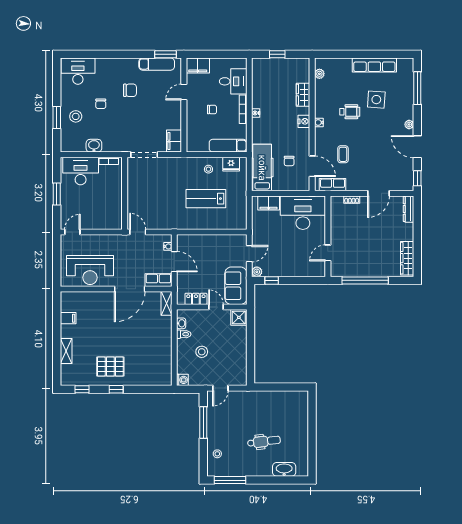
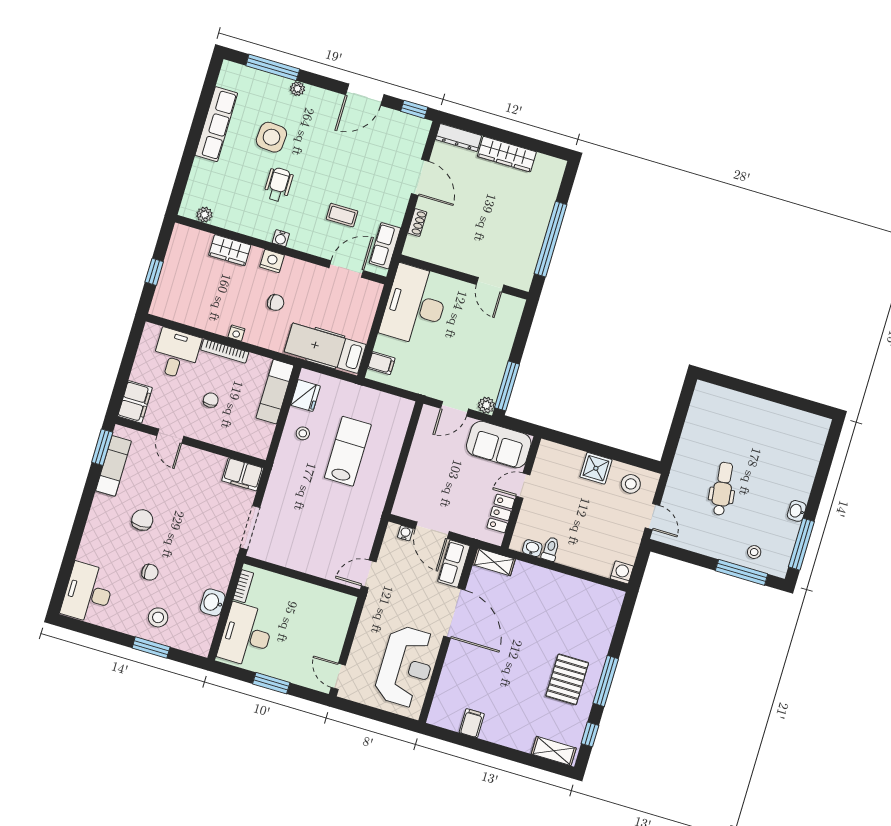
plant: (409, 124) -> (297, 89), moved
chair: (289, 161) -> (276, 303), moved
lab bench: (206, 199) -> (348, 451), turned 180
filing cabinet: (269, 203) -> (381, 363), width x0.50
door: (249, 254) -> (455, 409), swing flipped
wardrobe: (407, 258) -> (507, 154), moved
door: (174, 262) -> (432, 530), swing flipped
window: (272, 280) -> (507, 386), width x2.17
shower: (239, 317) -> (596, 468), moved
shelving: (66, 351) -> (554, 751), moved
stool: (202, 352) -> (631, 484), moved
window: (116, 389) -> (606, 681), width x2.17
window: (203, 422) -> (742, 572), moved
dental chair: (264, 441) -> (723, 489), moved
washbasin: (284, 469) -> (797, 511), moved, width x0.52, depth x0.69

